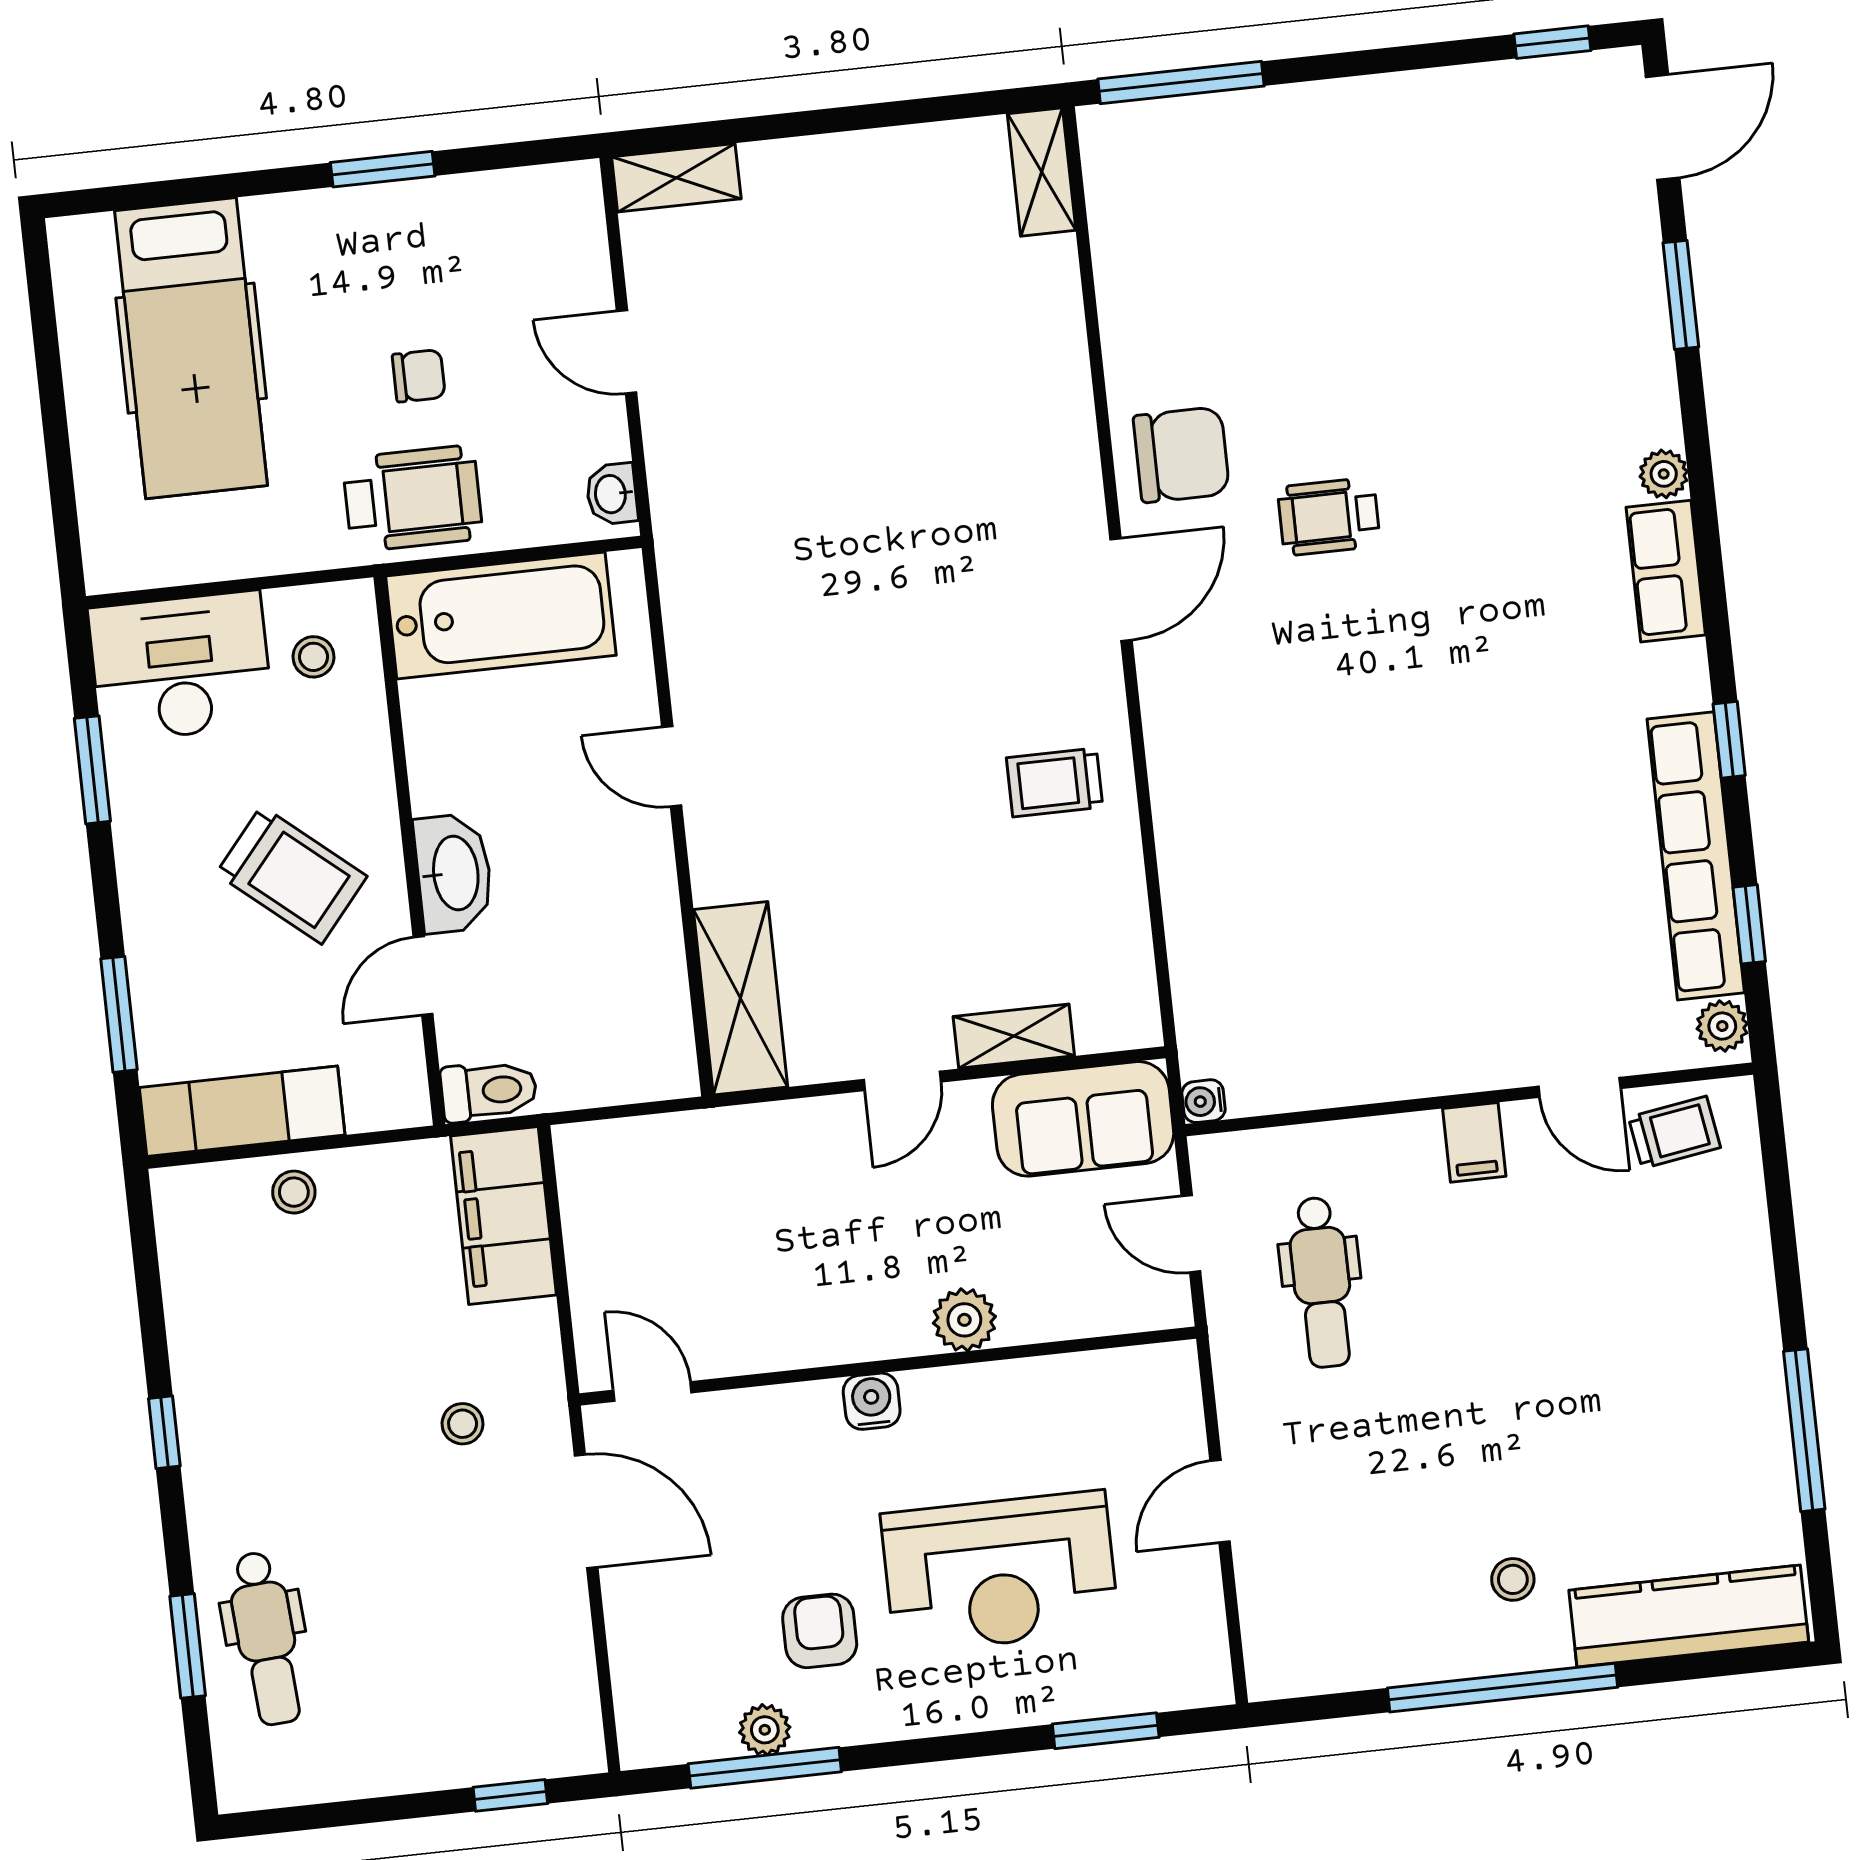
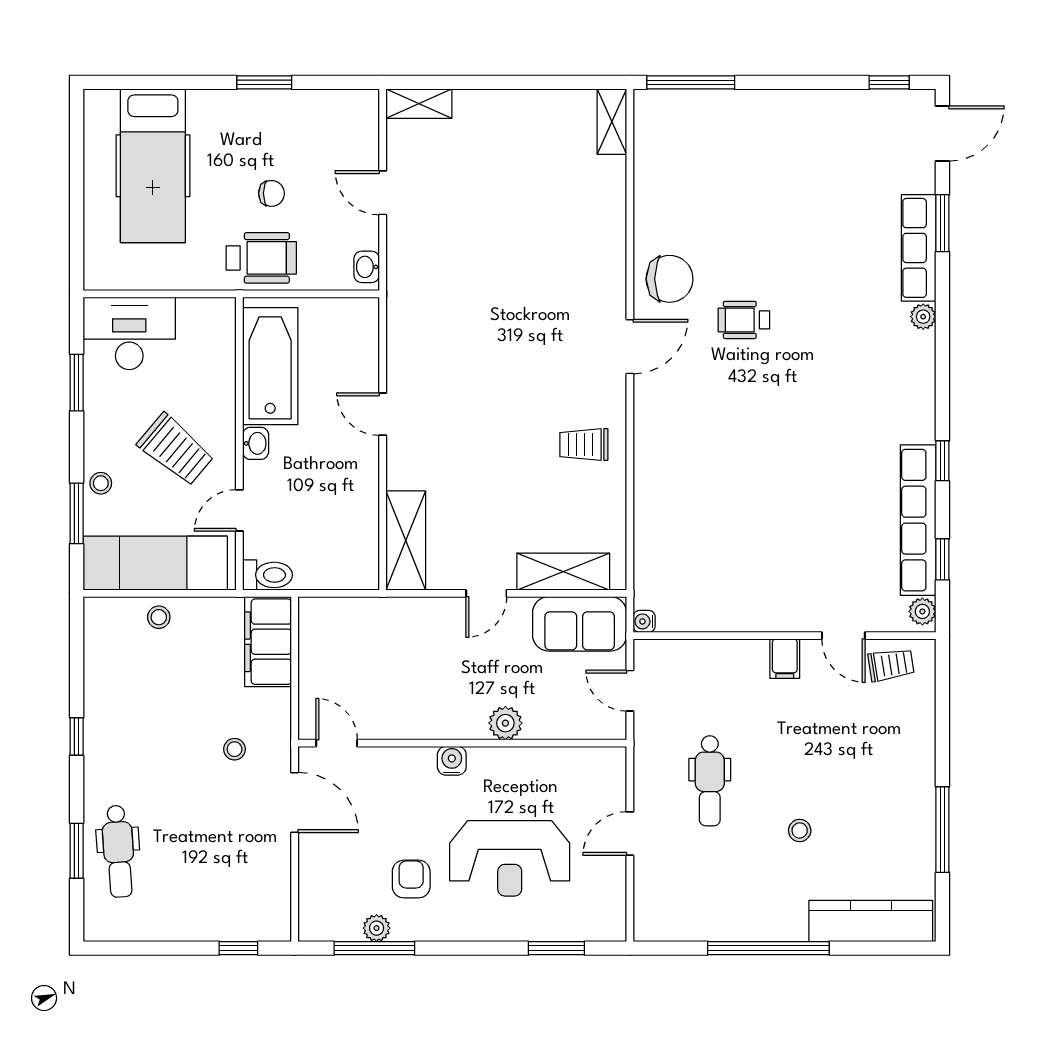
row of seats: (1666, 571) -> (919, 248), moved, width x1.48
bathtub: (501, 616) -> (270, 366), moved, turned -90
stool: (314, 657) -> (101, 483), moved
washbasin: (454, 873) -> (256, 443), width x0.52, depth x0.69
shelving: (1014, 1036) -> (563, 572), width x1.50, depth x1.33
exam couch: (242, 1111) -> (155, 563), width x1.36, depth x1.45
dental chair: (1322, 1282) -> (710, 781), moved
stool: (1513, 1579) -> (800, 830), moved

